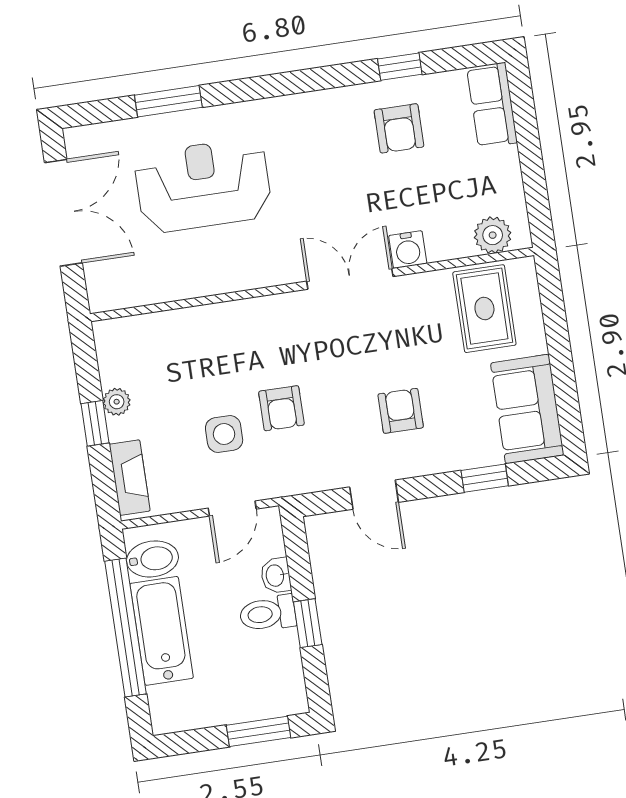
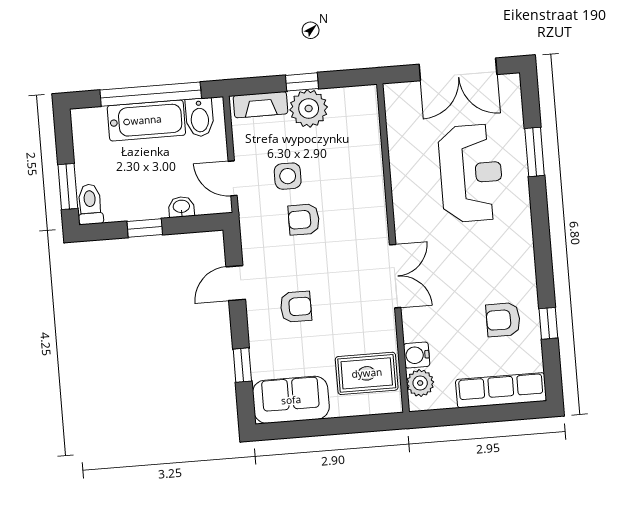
row of seats: (492, 105) -> (501, 390), width x1.48
water cooler: (408, 250) -> (417, 355), moved
plant: (117, 402) -> (309, 108), width x1.88, depth x1.88
toilet: (268, 614) -> (90, 204), moved

